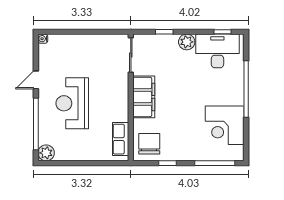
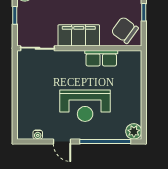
water cooler: (43, 39) -> (38, 135), moved
row of seats: (121, 139) -> (101, 58), moved
chair: (149, 144) -> (125, 30), turned 36

